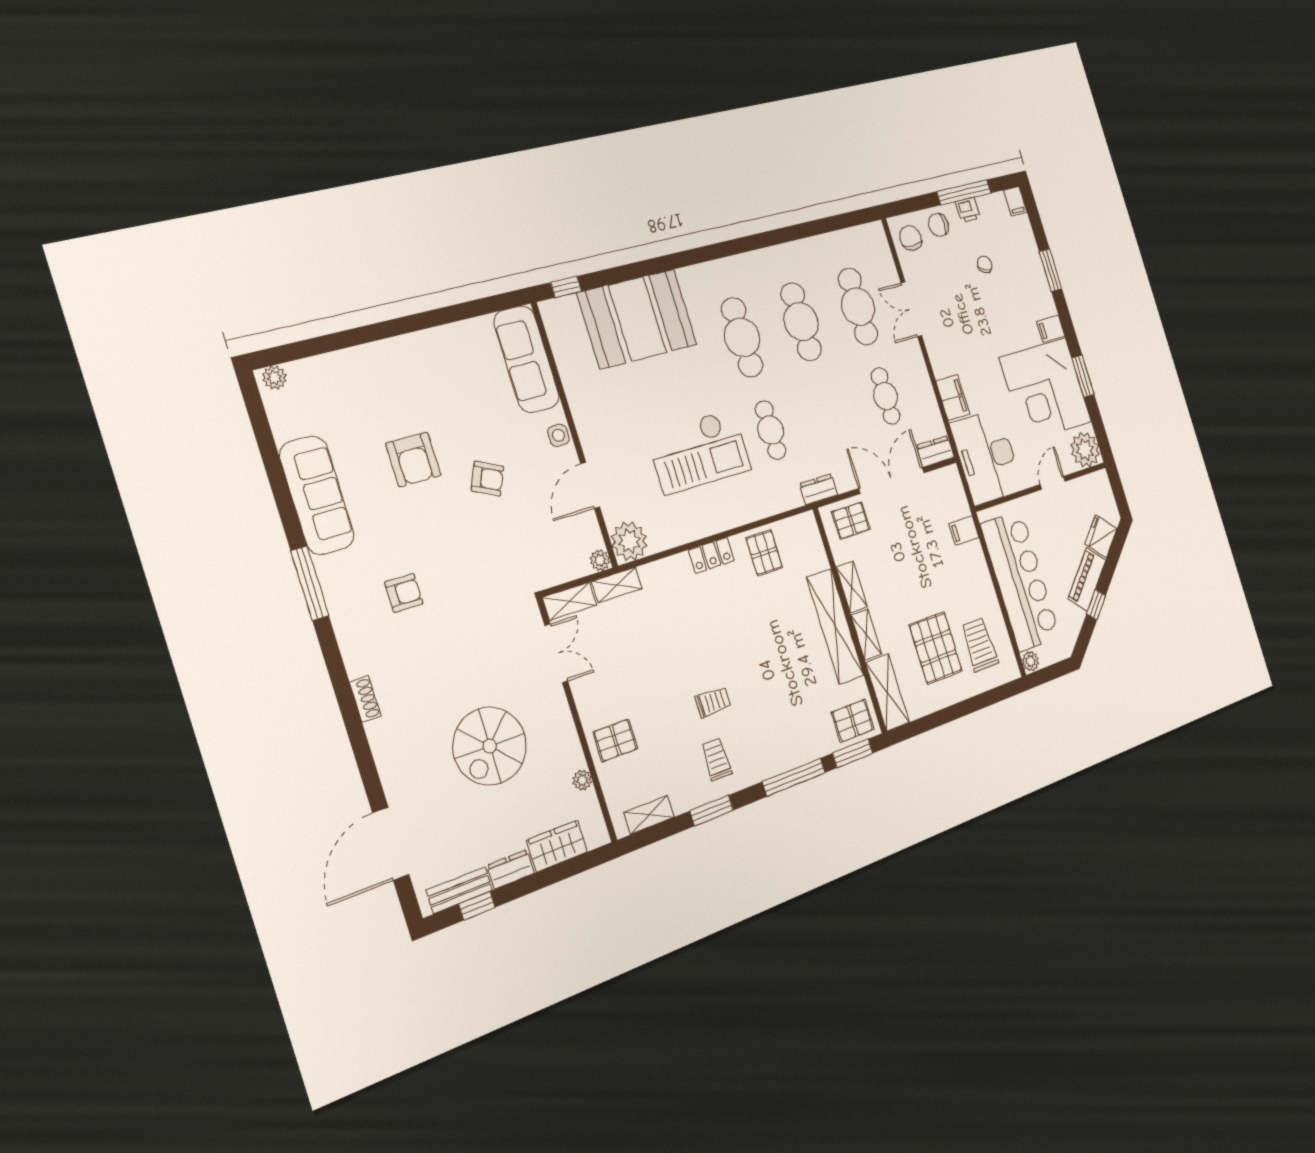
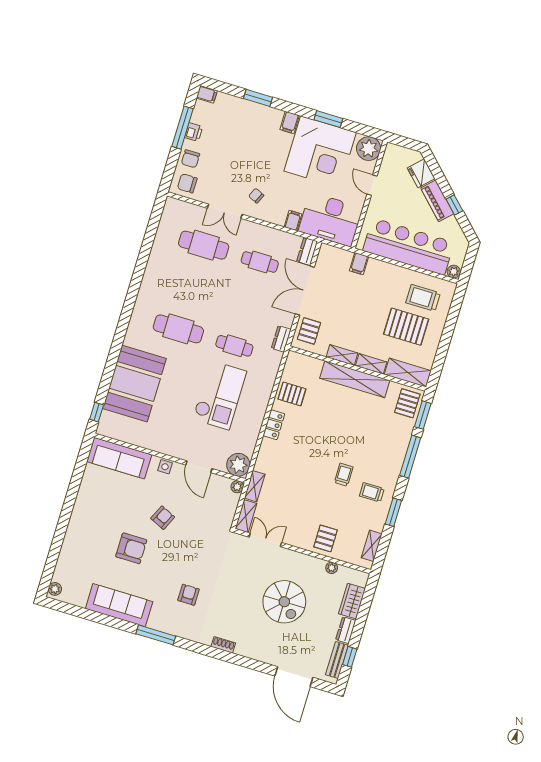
chair: (985, 264) -> (256, 196), moved
cafe table: (801, 322) -> (191, 287), removed
filing cabinet: (953, 398) -> (293, 221), width x0.50

